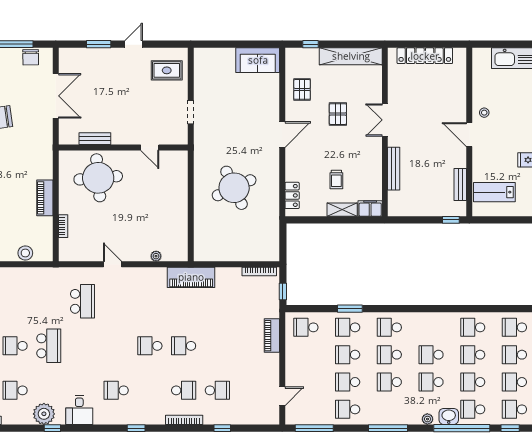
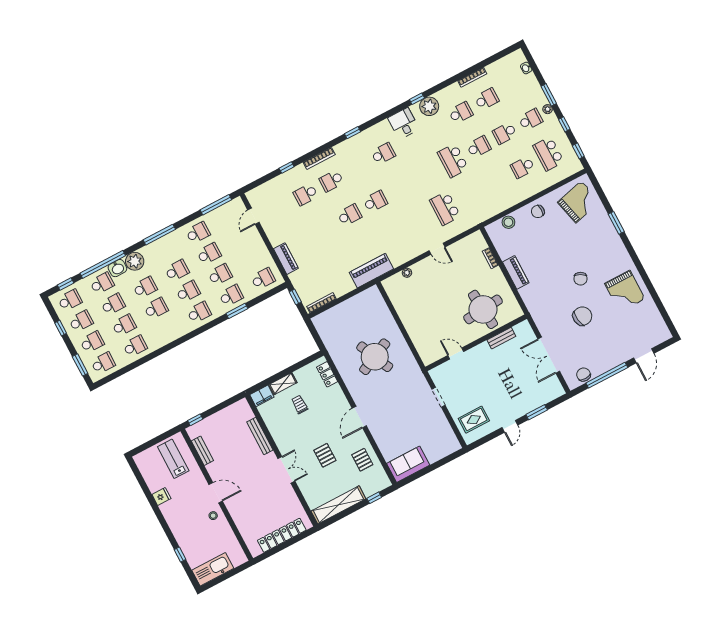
lab bench: (494, 192) -> (173, 459), turned -90
plant: (427, 419) -> (135, 261), width x1.88, depth x1.88

